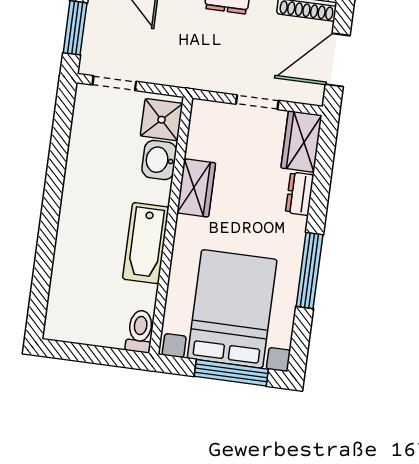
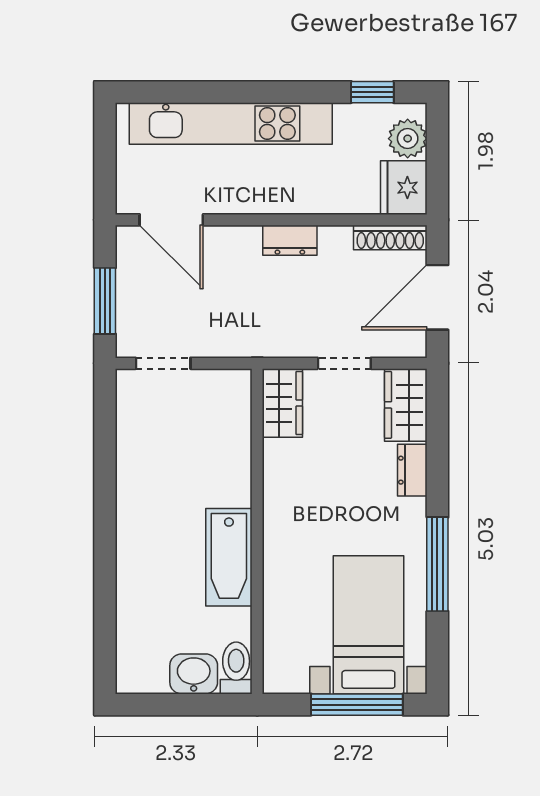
shower: (162, 120) -> (228, 401), removed
washbasin: (159, 160) -> (194, 674), moved, turned 90
wardrobe: (196, 188) -> (282, 403), moved
bed with nightstands: (232, 309) -> (368, 625), width x0.73

